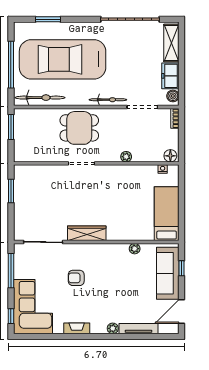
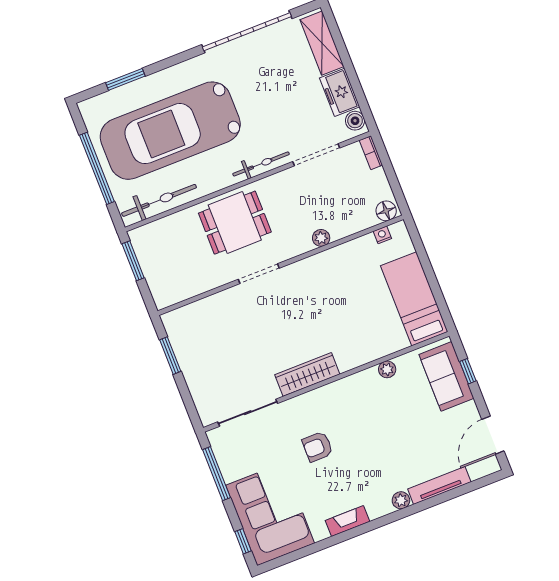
sofa: (168, 273) -> (446, 376), width x0.73

